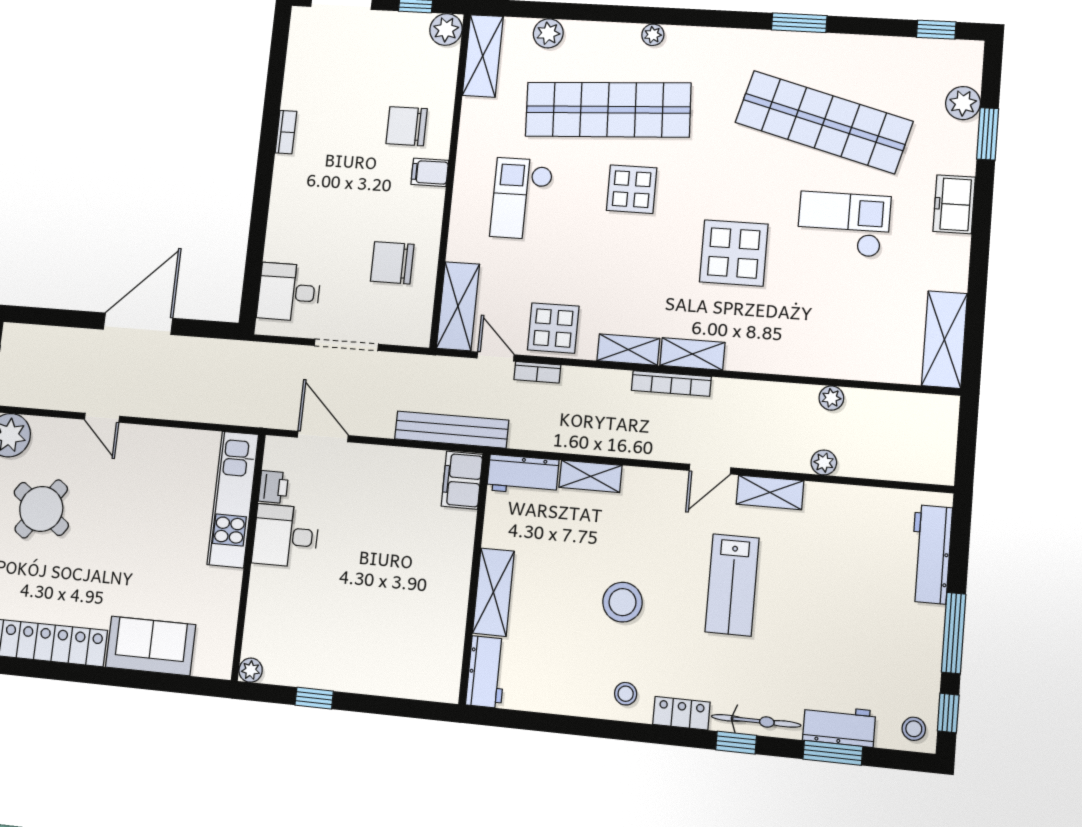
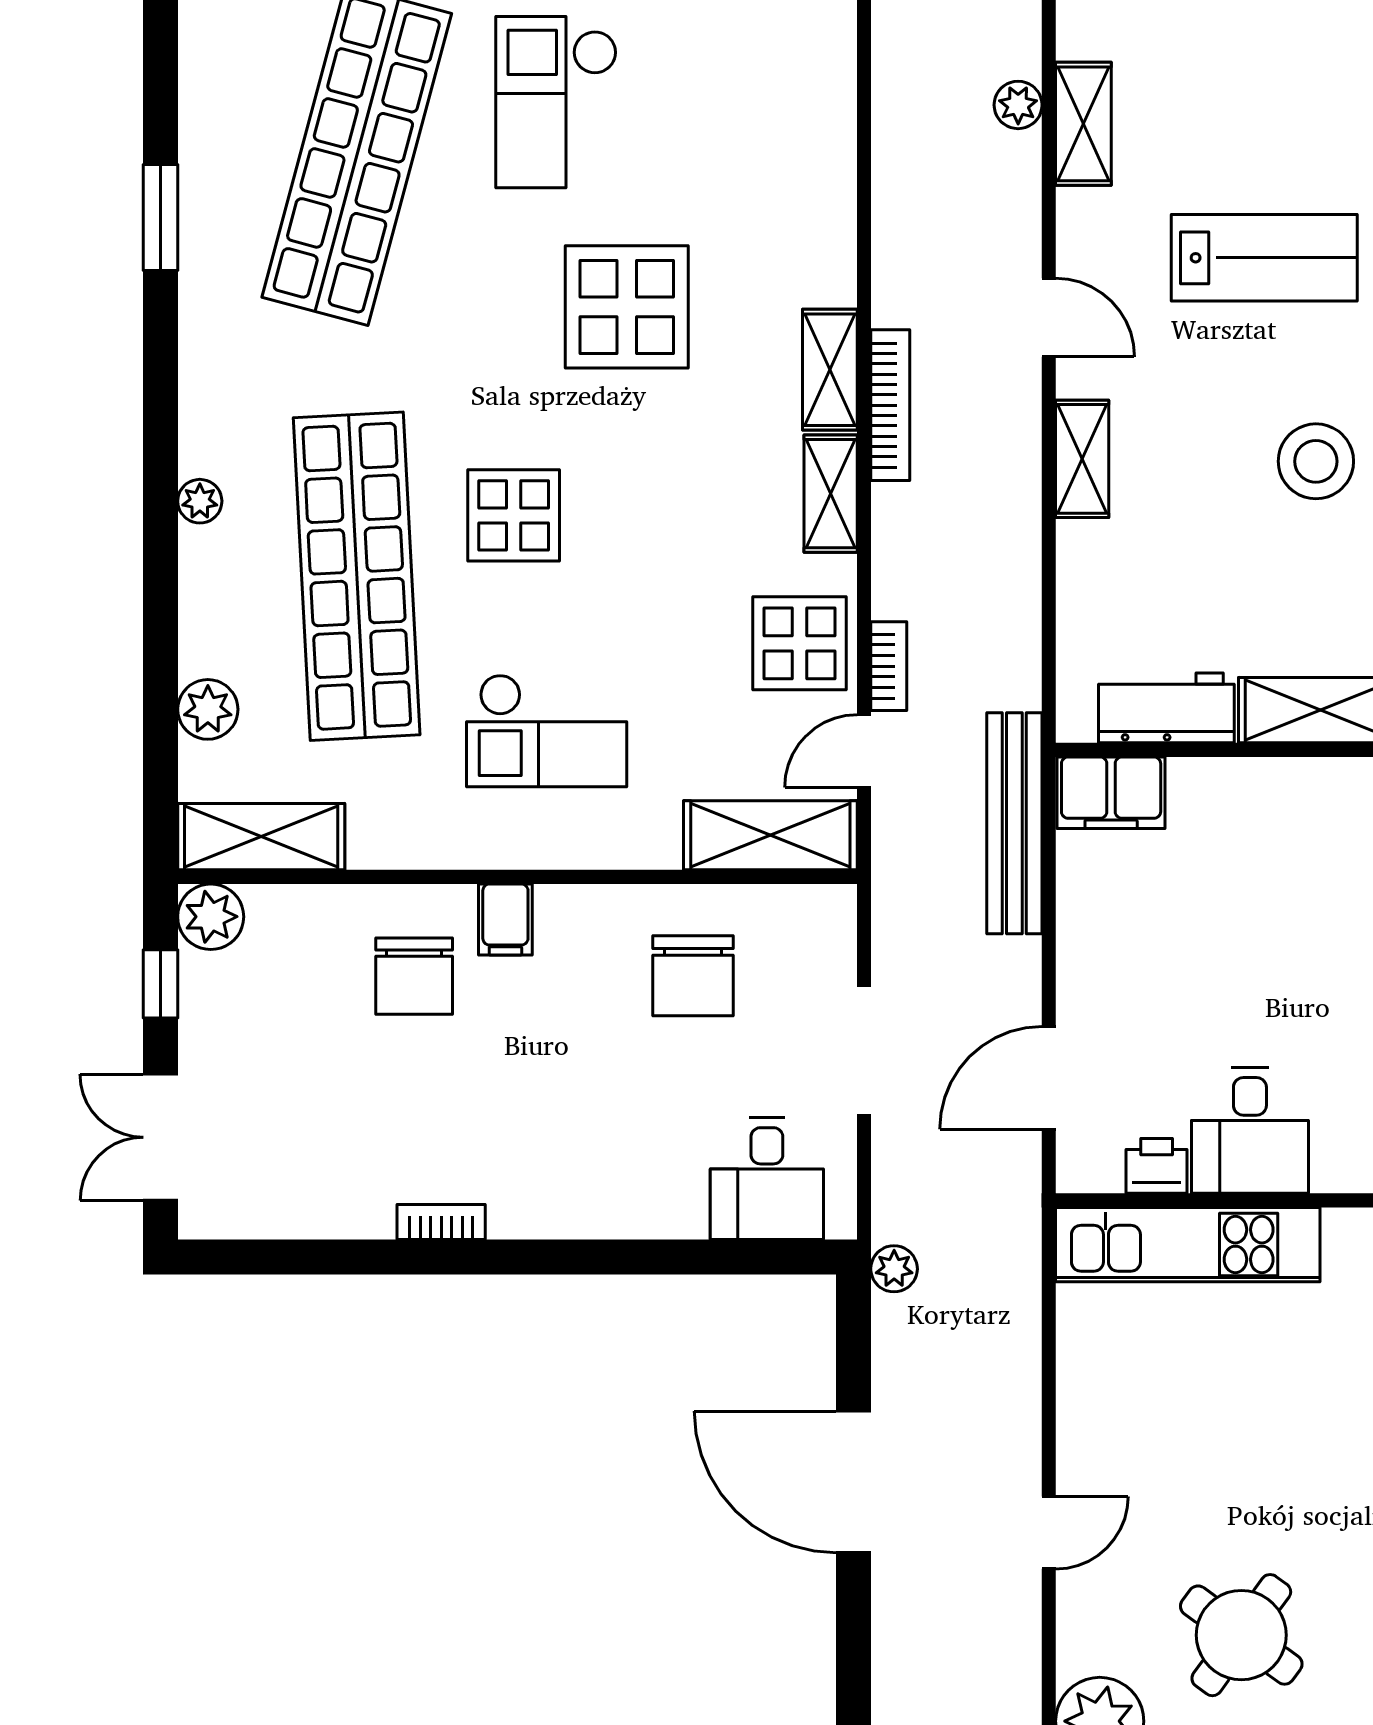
plant: (831, 398) -> (894, 1269), moved
workbench: (523, 475) -> (1166, 708), moved, turned -90
shelving: (591, 476) -> (1082, 459), moved
shelving: (770, 492) -> (1083, 124), moved

